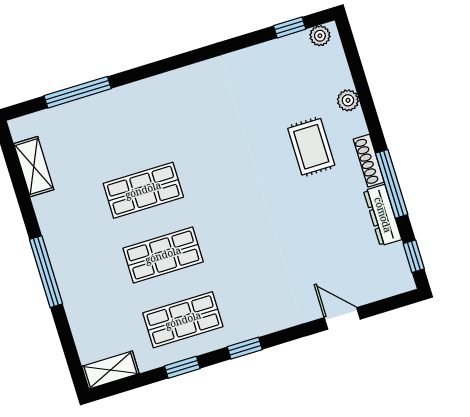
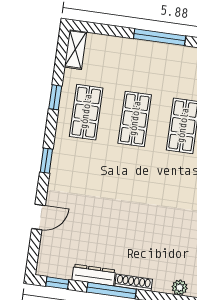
rug: (311, 147) -> (160, 249), removed
window: (245, 348) -> (46, 161), moved

